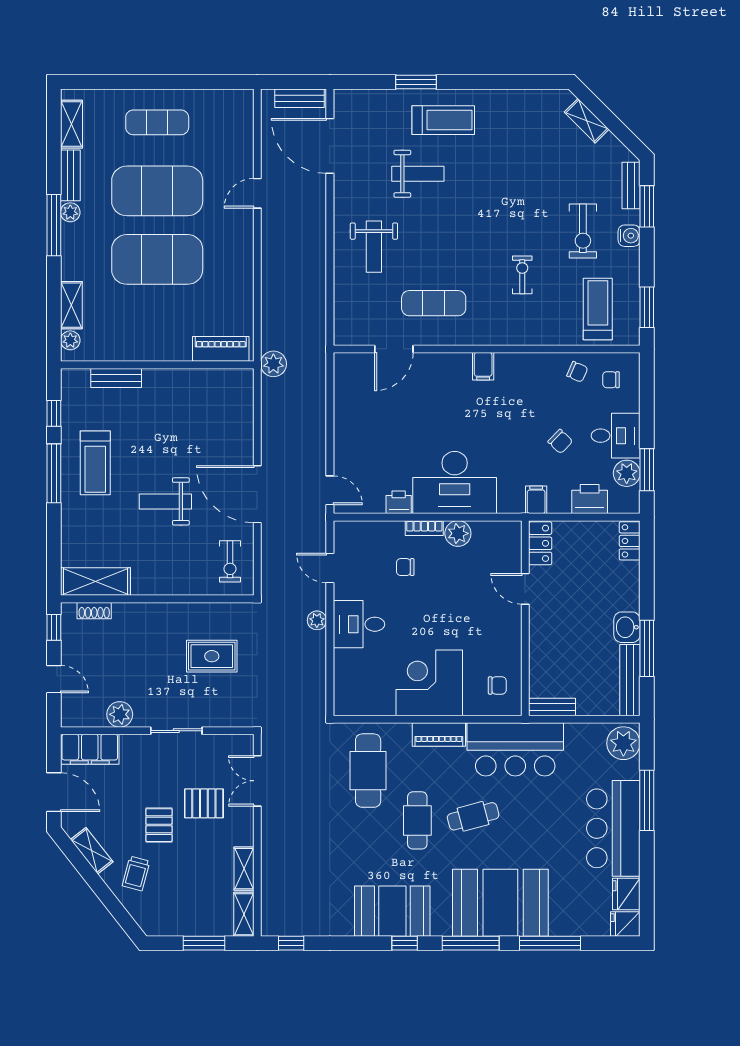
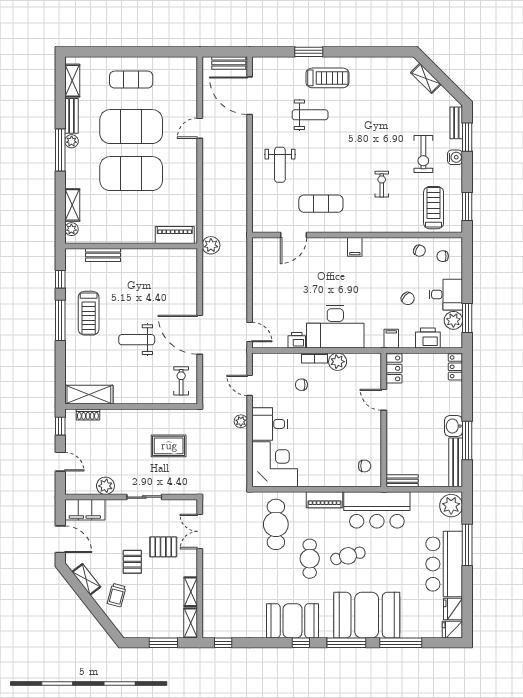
exercise bike: (230, 561) -> (181, 381), turned 180
corner desk: (429, 683) -> (275, 464), moved, turned 90

